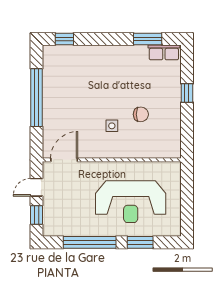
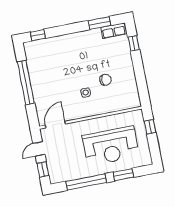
window: (187, 93) -> (134, 43), moved
window: (187, 187) -> (150, 127), added

